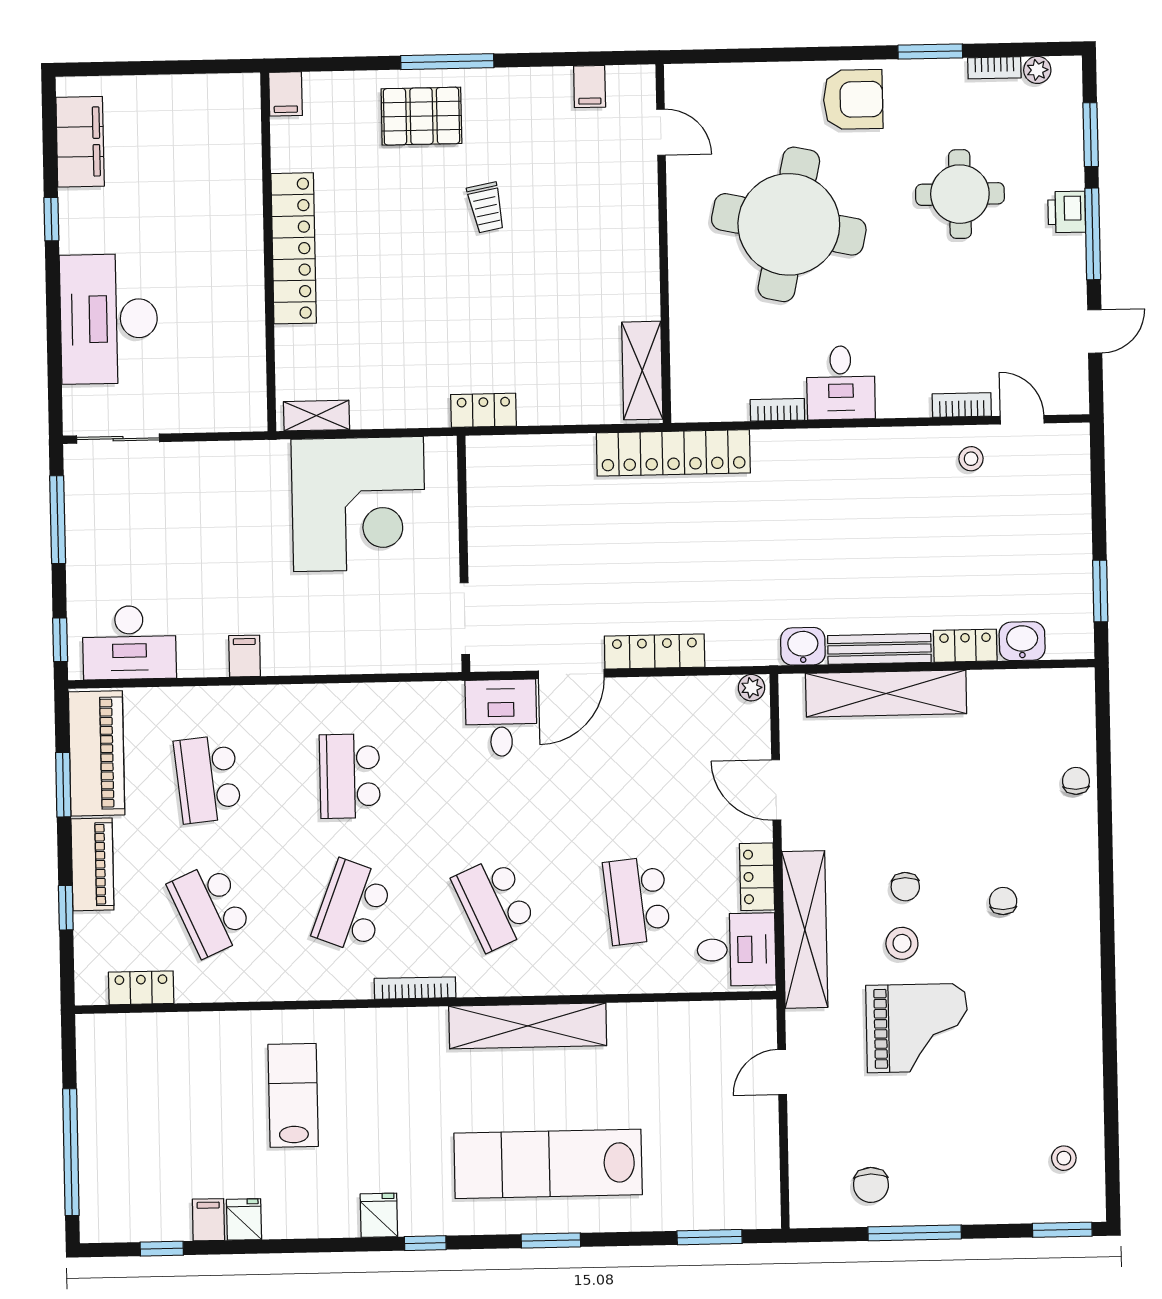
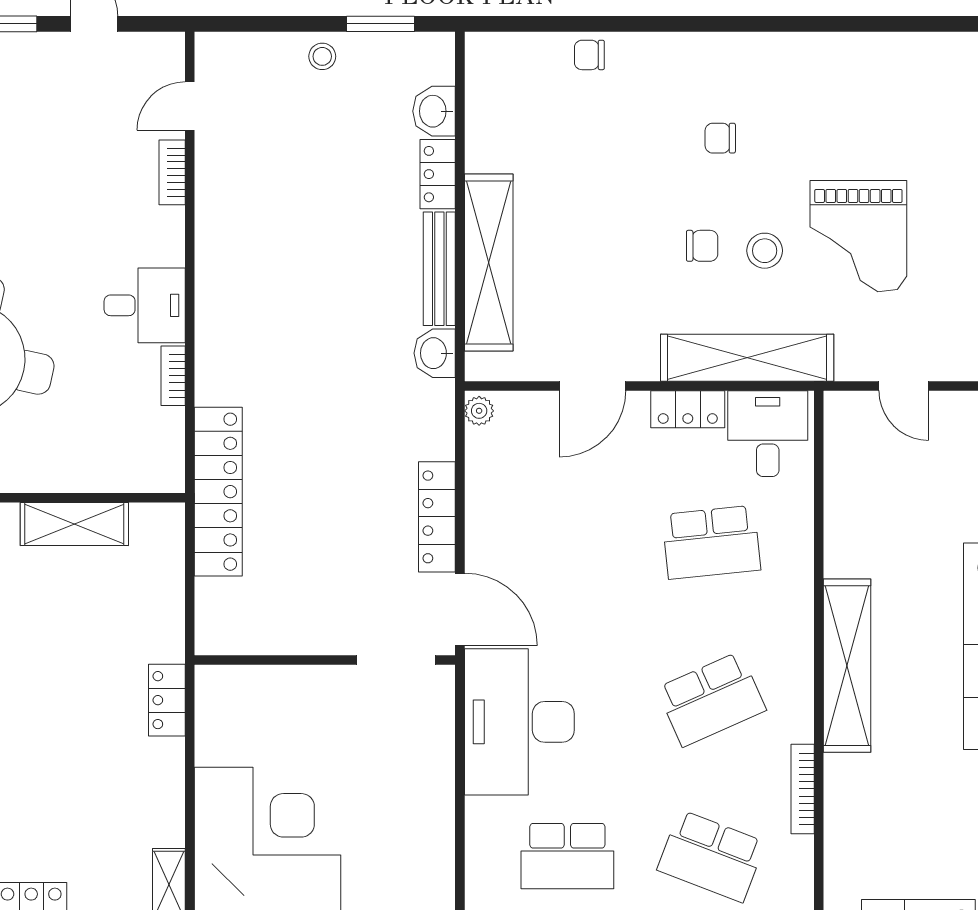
shelving: (642, 371) -> (74, 524), moved
stool: (971, 459) -> (322, 56), moved
wall: (463, 554) -> (325, 660), moved
doorway: (465, 619) -> (396, 660), moved
desk: (501, 718) -> (519, 722), width x1.87, depth x1.30
grand piano: (917, 1028) -> (858, 236), turned 180

